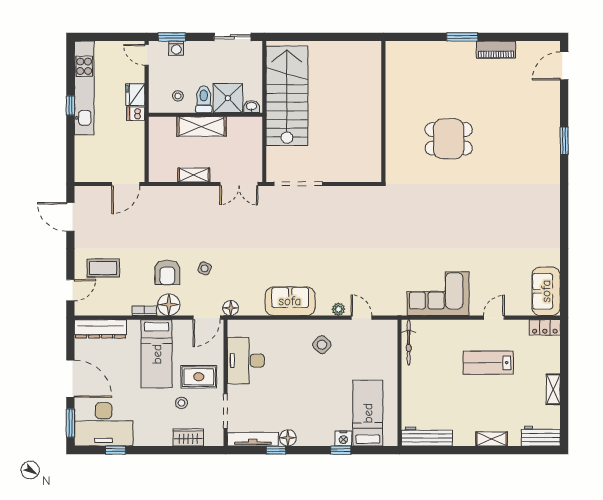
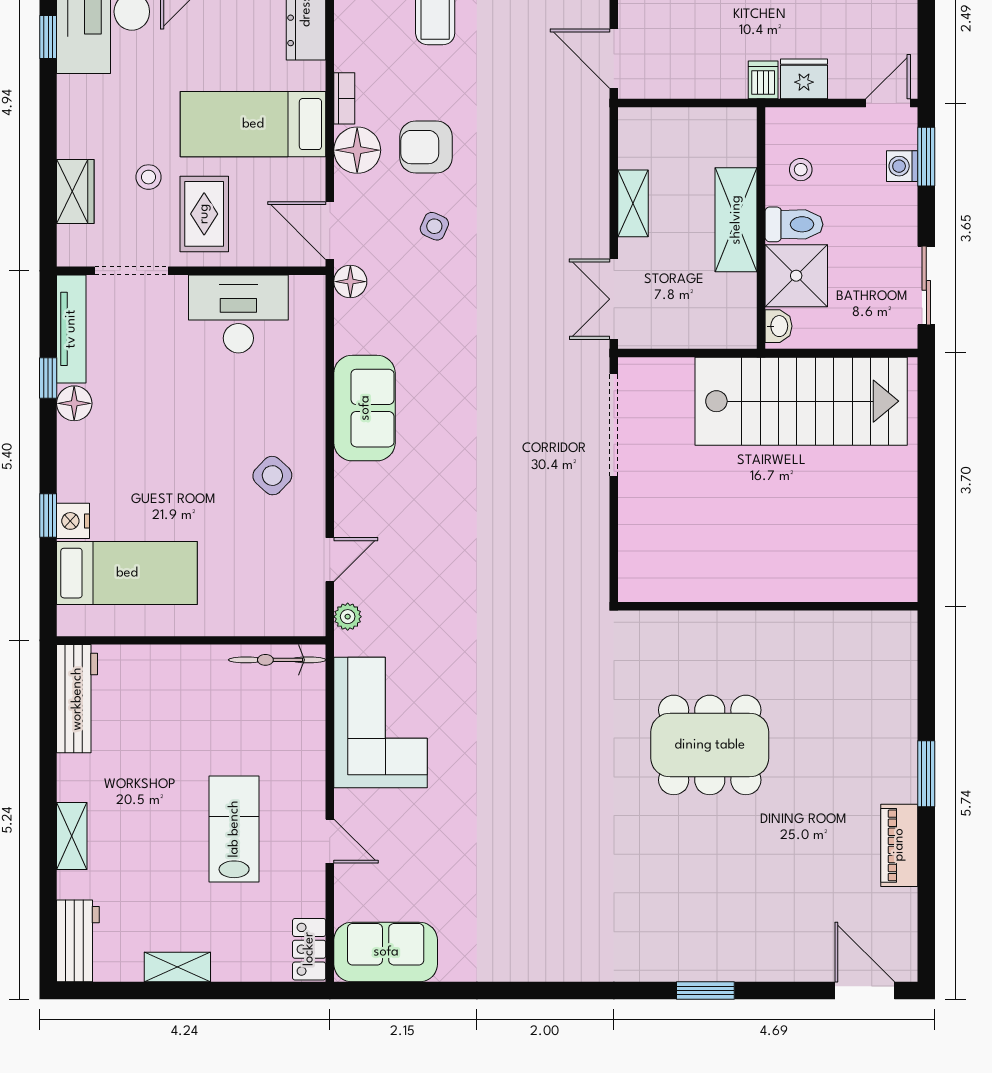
dining table: (449, 139) -> (710, 745), width x1.38
plant: (338, 309) -> (348, 617), moved

